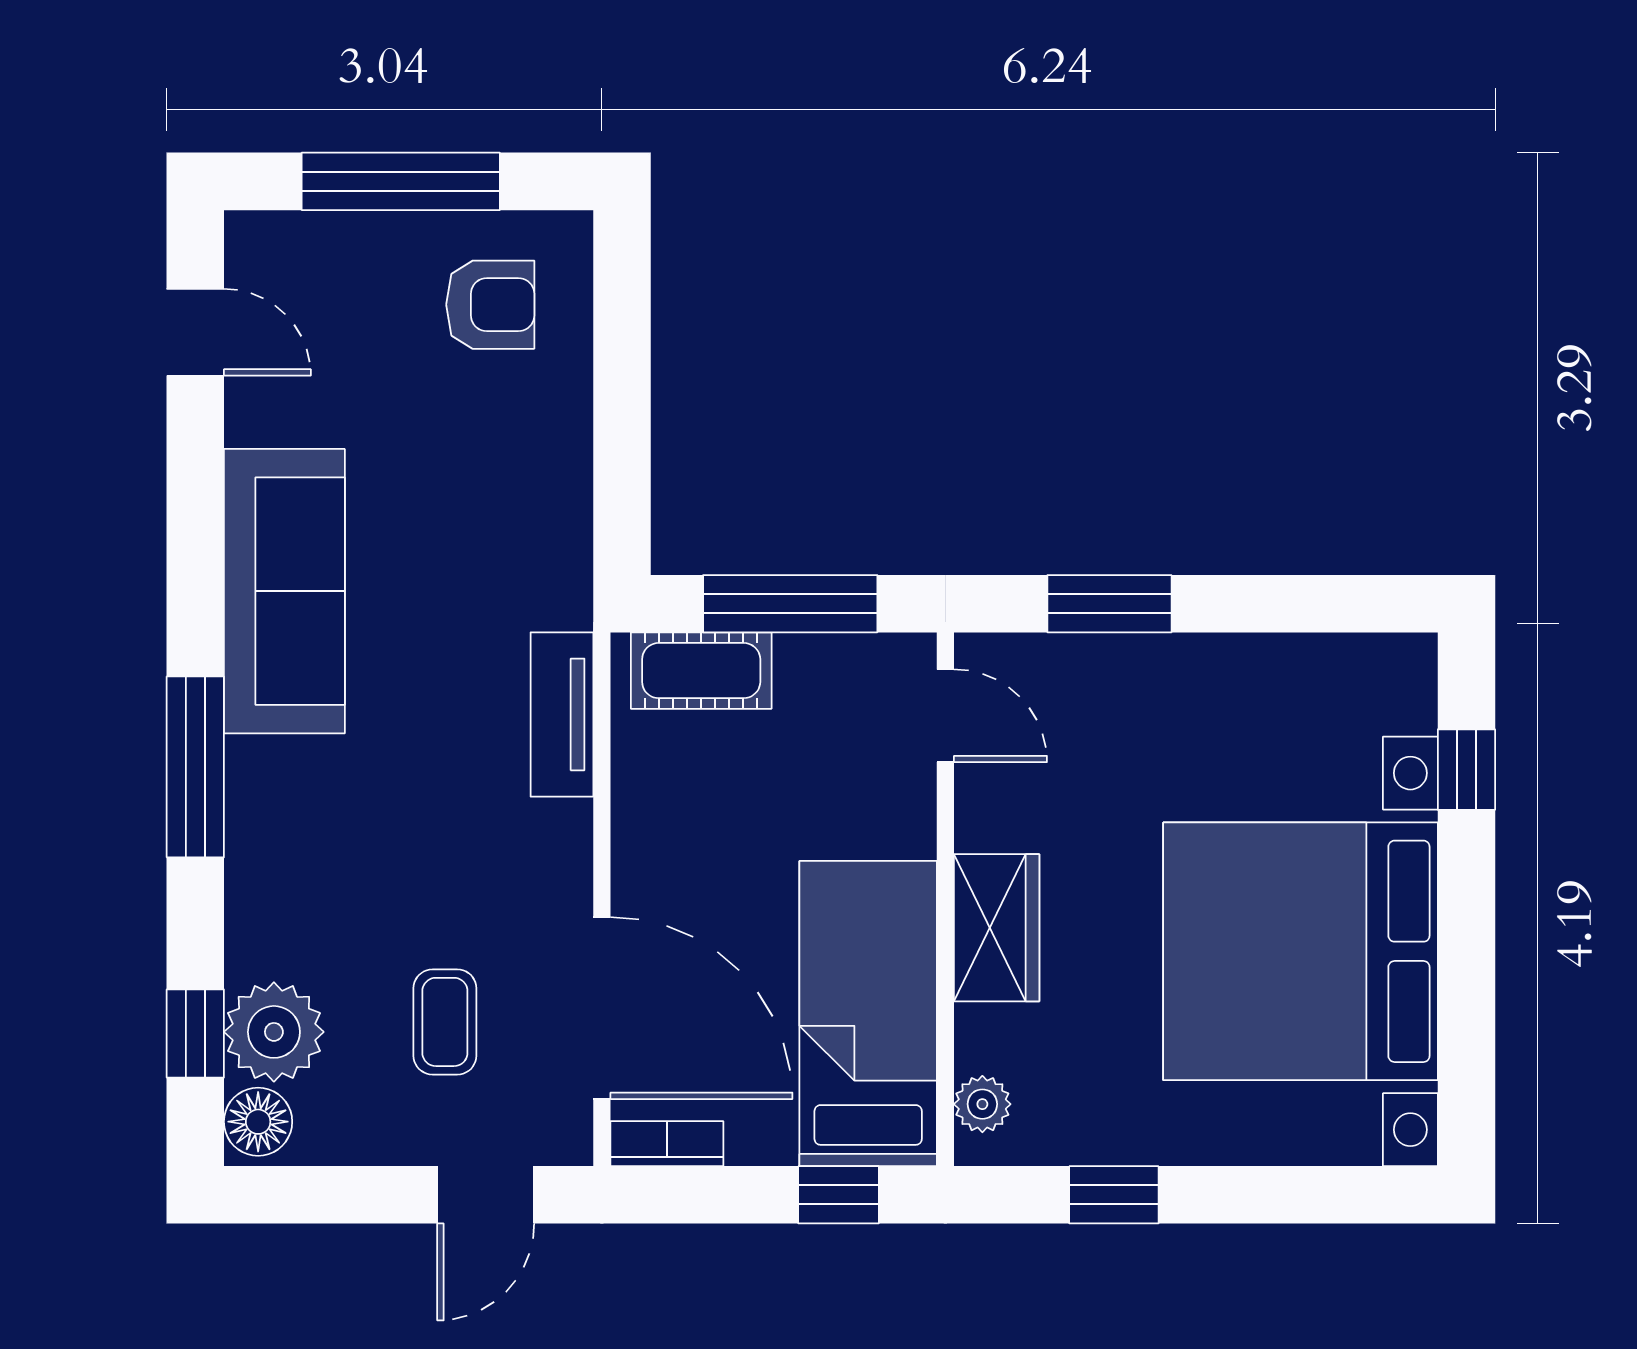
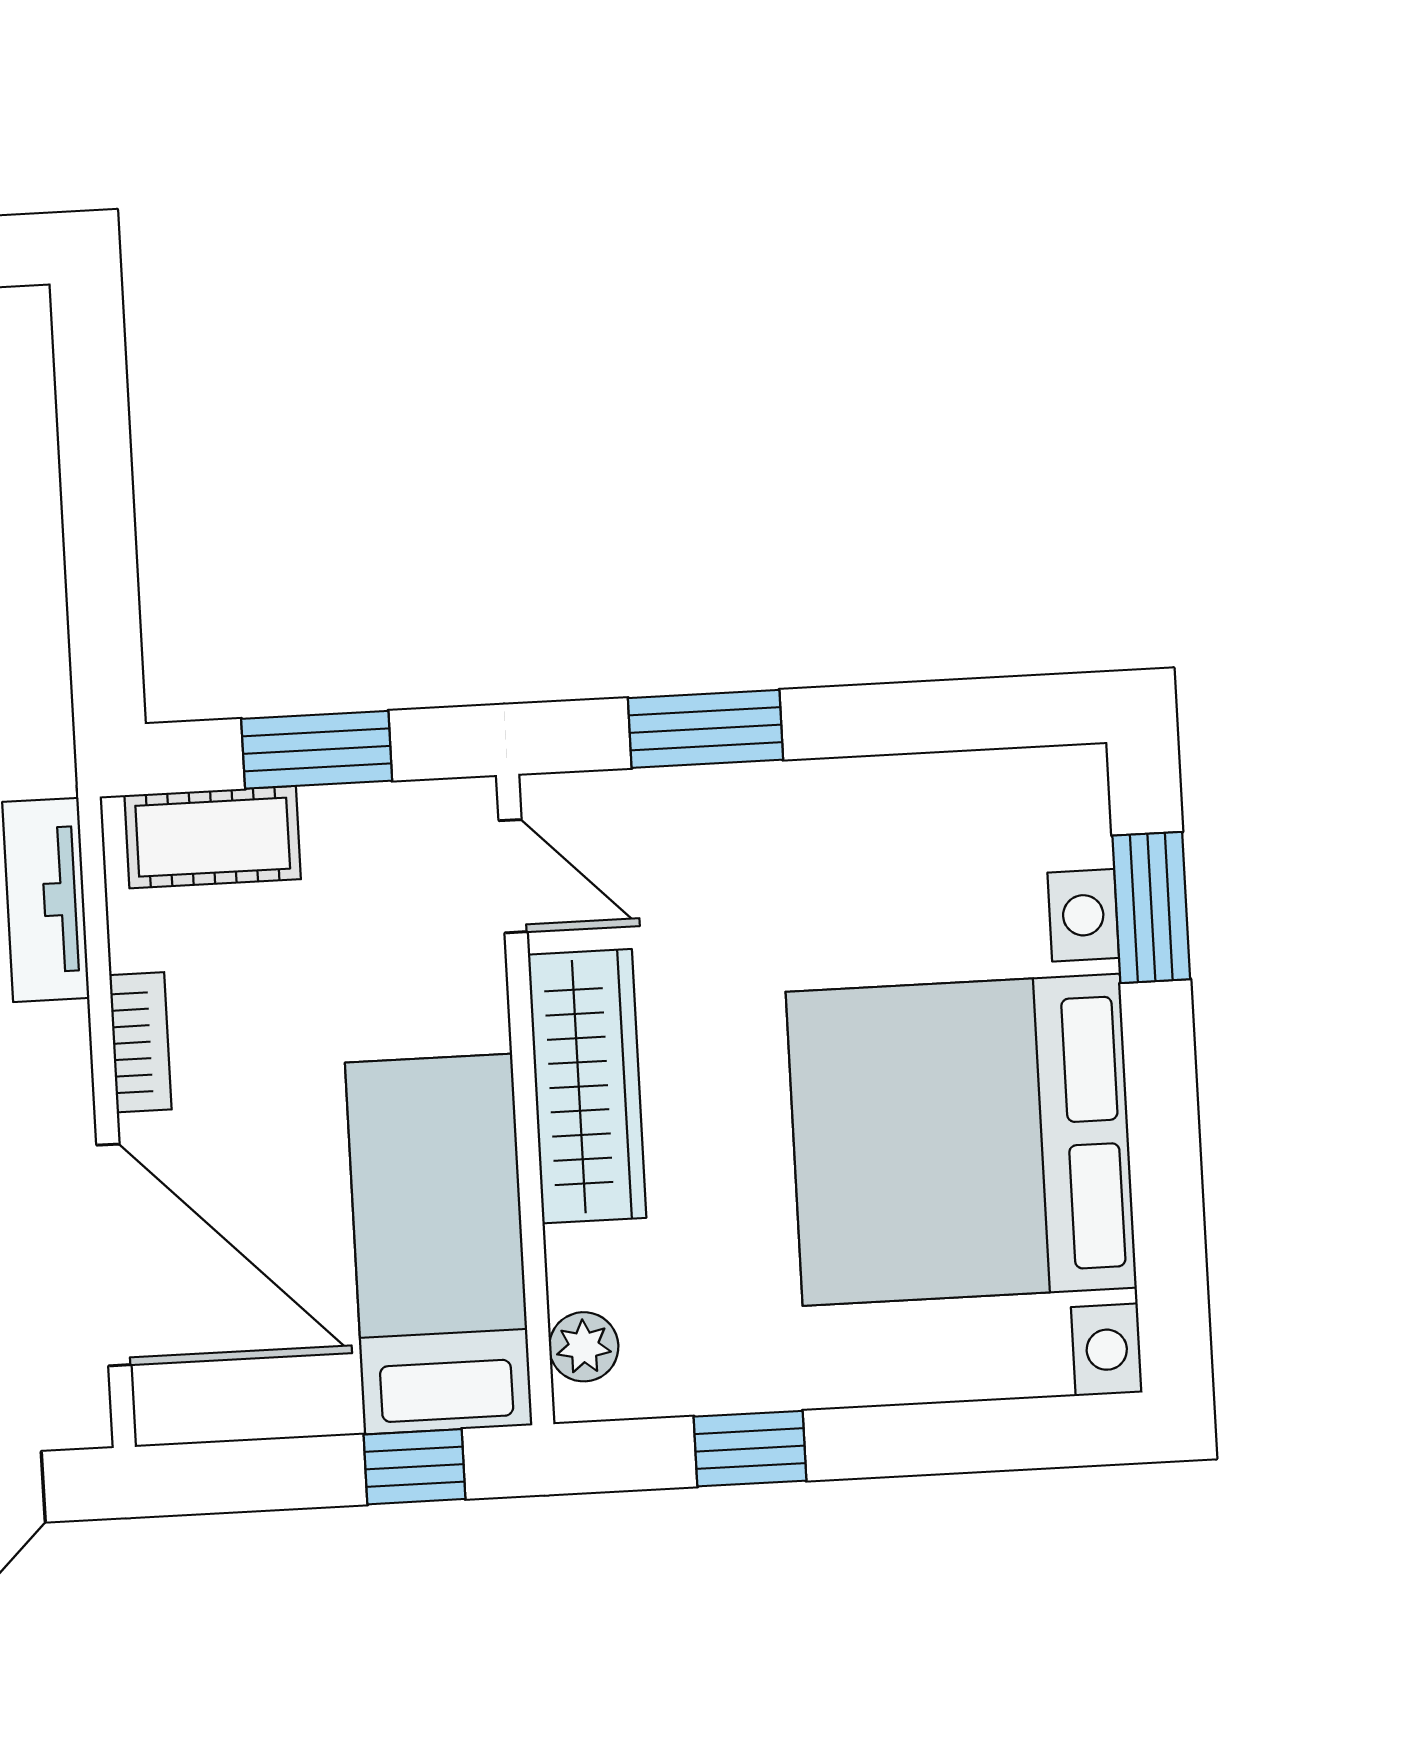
window: (790, 604) -> (317, 750), width x0.69
window: (1466, 770) -> (1151, 907), width x1.50
wardrobe: (997, 928) -> (587, 1086), width x1.50
bookcase: (667, 1144) -> (140, 1042), moved, turned 90

